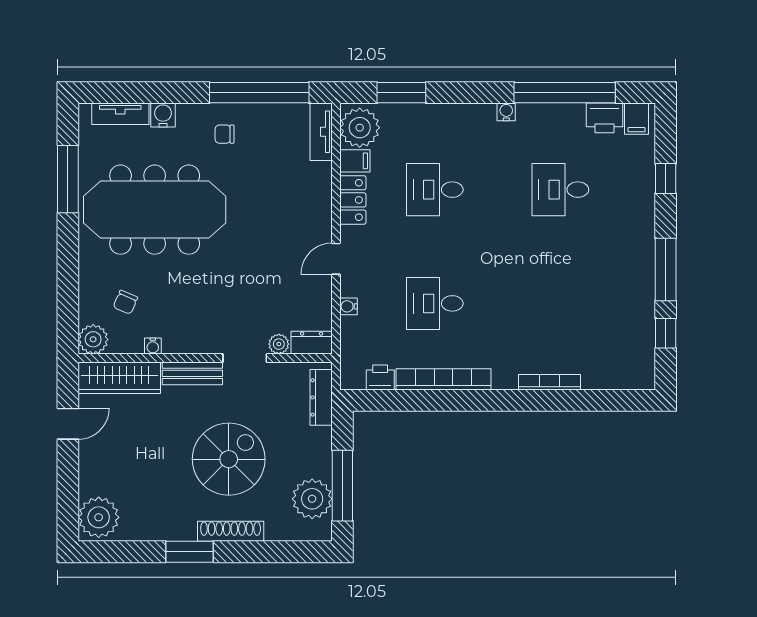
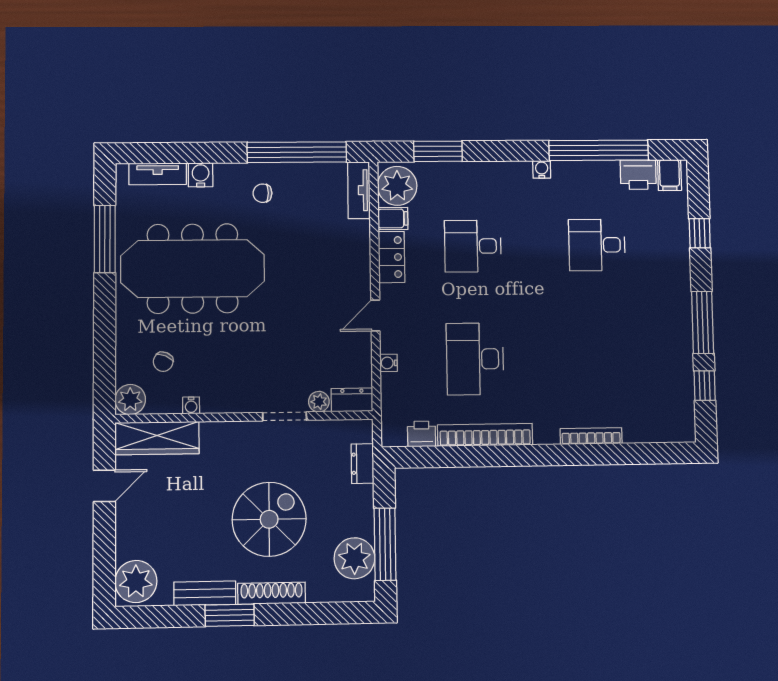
desk: (435, 303) -> (475, 359), width x1.37
bench: (192, 373) -> (205, 593), moved
dresser: (321, 397) -> (362, 464), width x0.70

